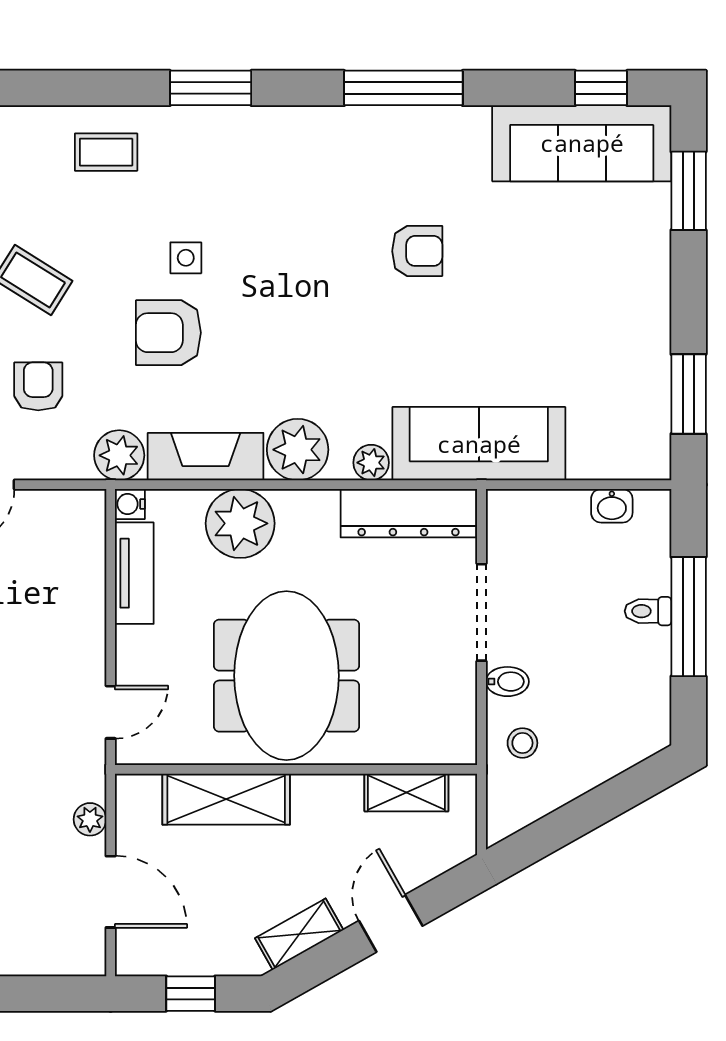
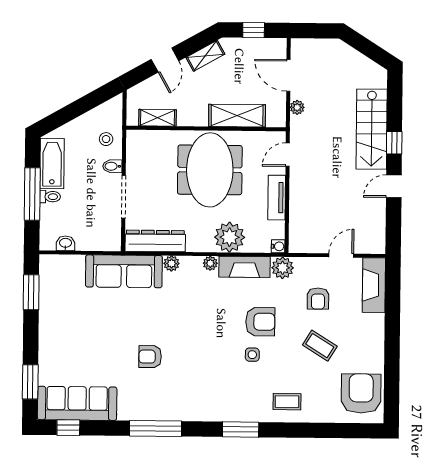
plant: (298, 450) -> (210, 263), width x0.53, depth x0.53
tv unit: (134, 573) -> (277, 198), moved
bathtub: (644, 686) -> (52, 164), added

